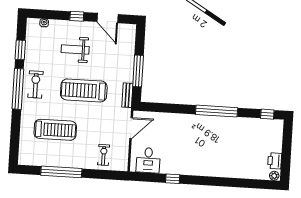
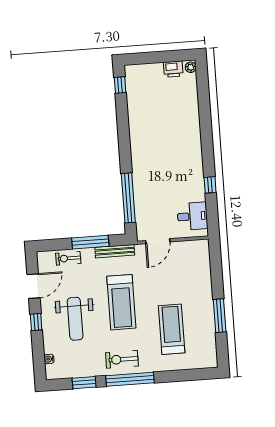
weight bench: (75, 50) -> (75, 319), width x1.36, depth x1.33
bench: (127, 95) -> (115, 251), width x1.36
window: (217, 111) -> (128, 198), moved
door: (131, 128) -> (158, 241), swing flipped
exercise bike: (104, 155) -> (68, 258), moved
window: (61, 172) -> (220, 316), width x0.68

